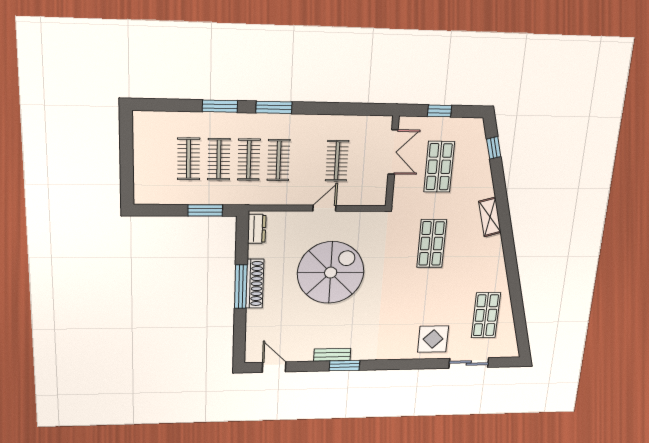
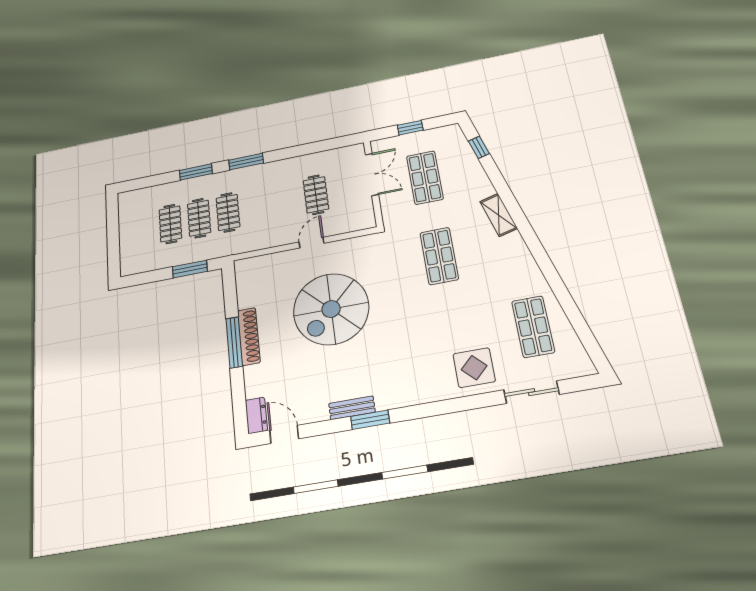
clothes rail: (279, 160) -> (257, 207), removed
dresser: (257, 229) -> (256, 415), moved
spiral stairs: (331, 273) -> (331, 309), turned 180

